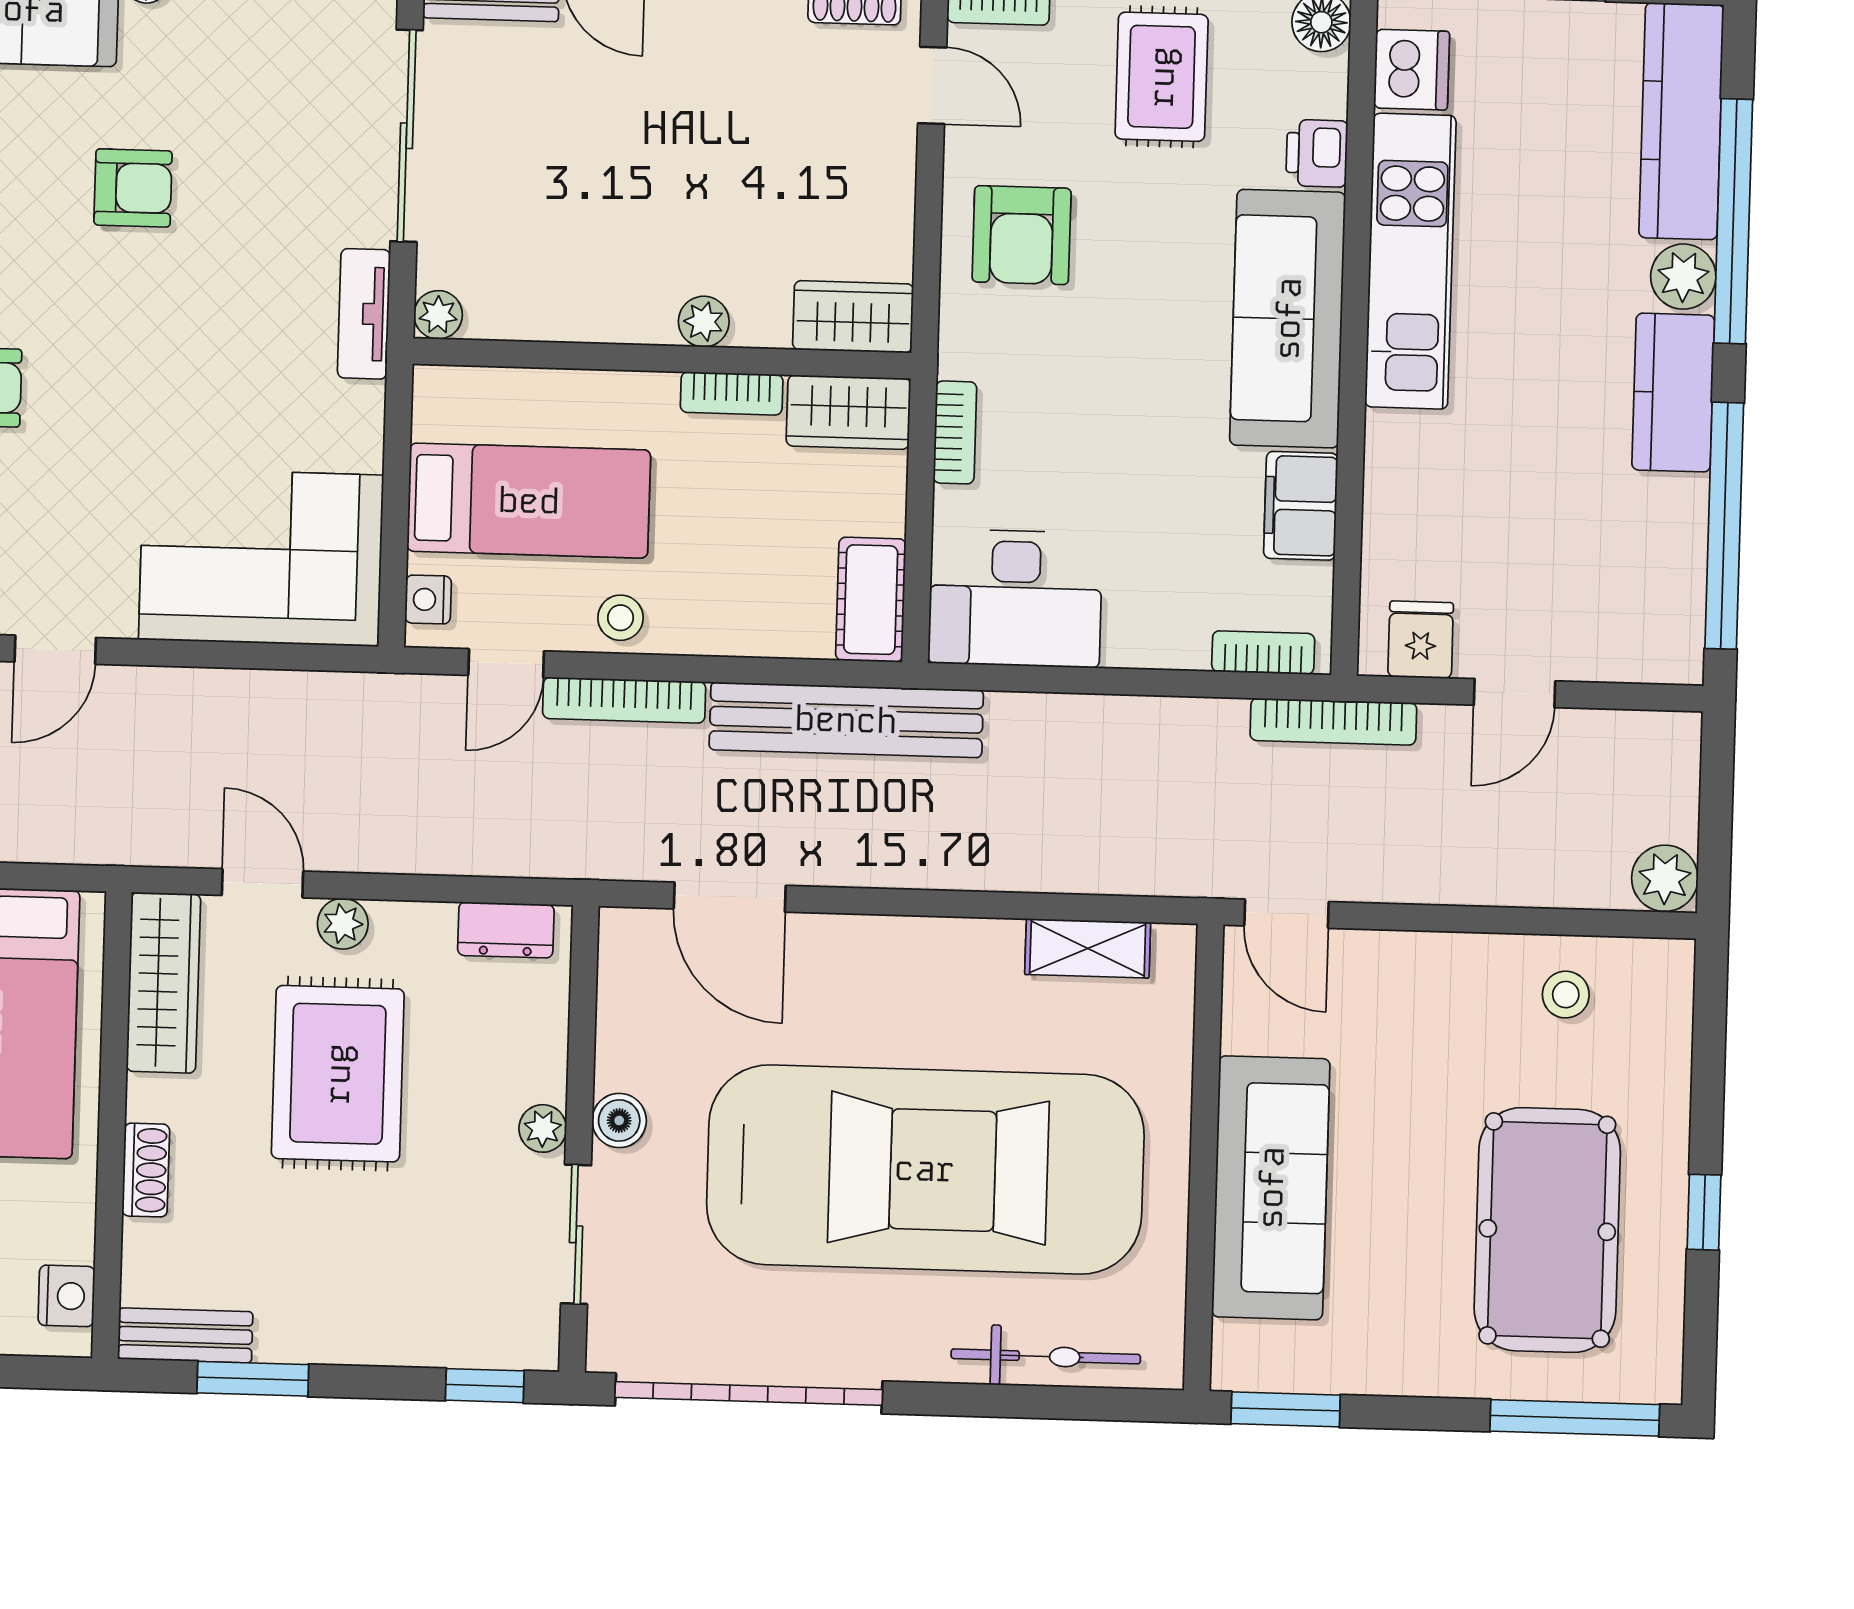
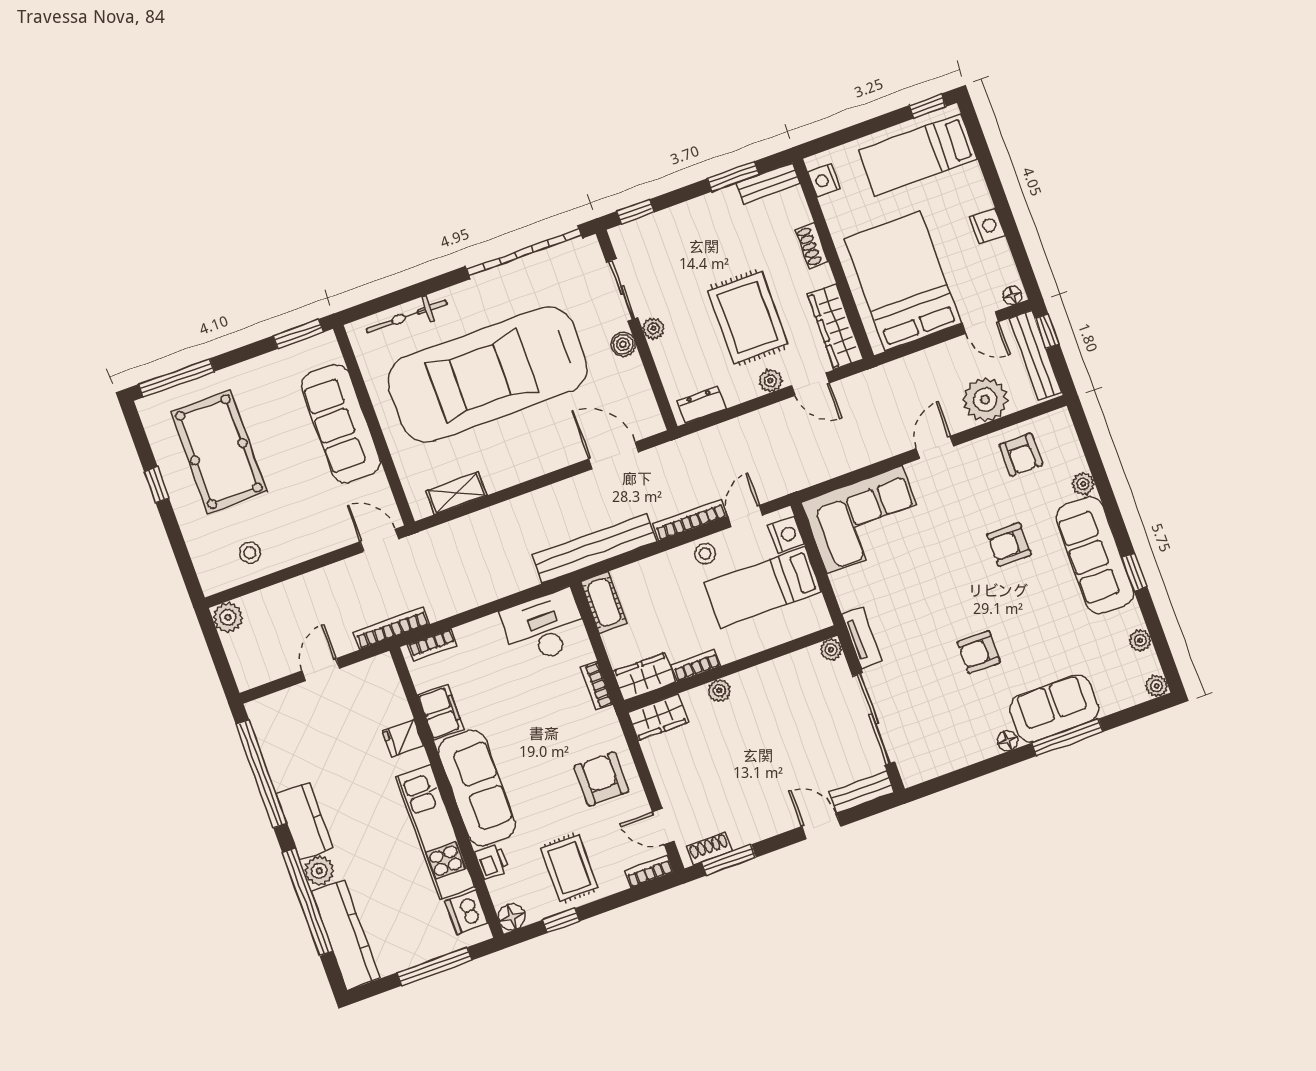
nightstand: (428, 600) -> (786, 535), width x1.39, depth x1.35
fridge: (1421, 640) -> (403, 738), moved, turned 90

